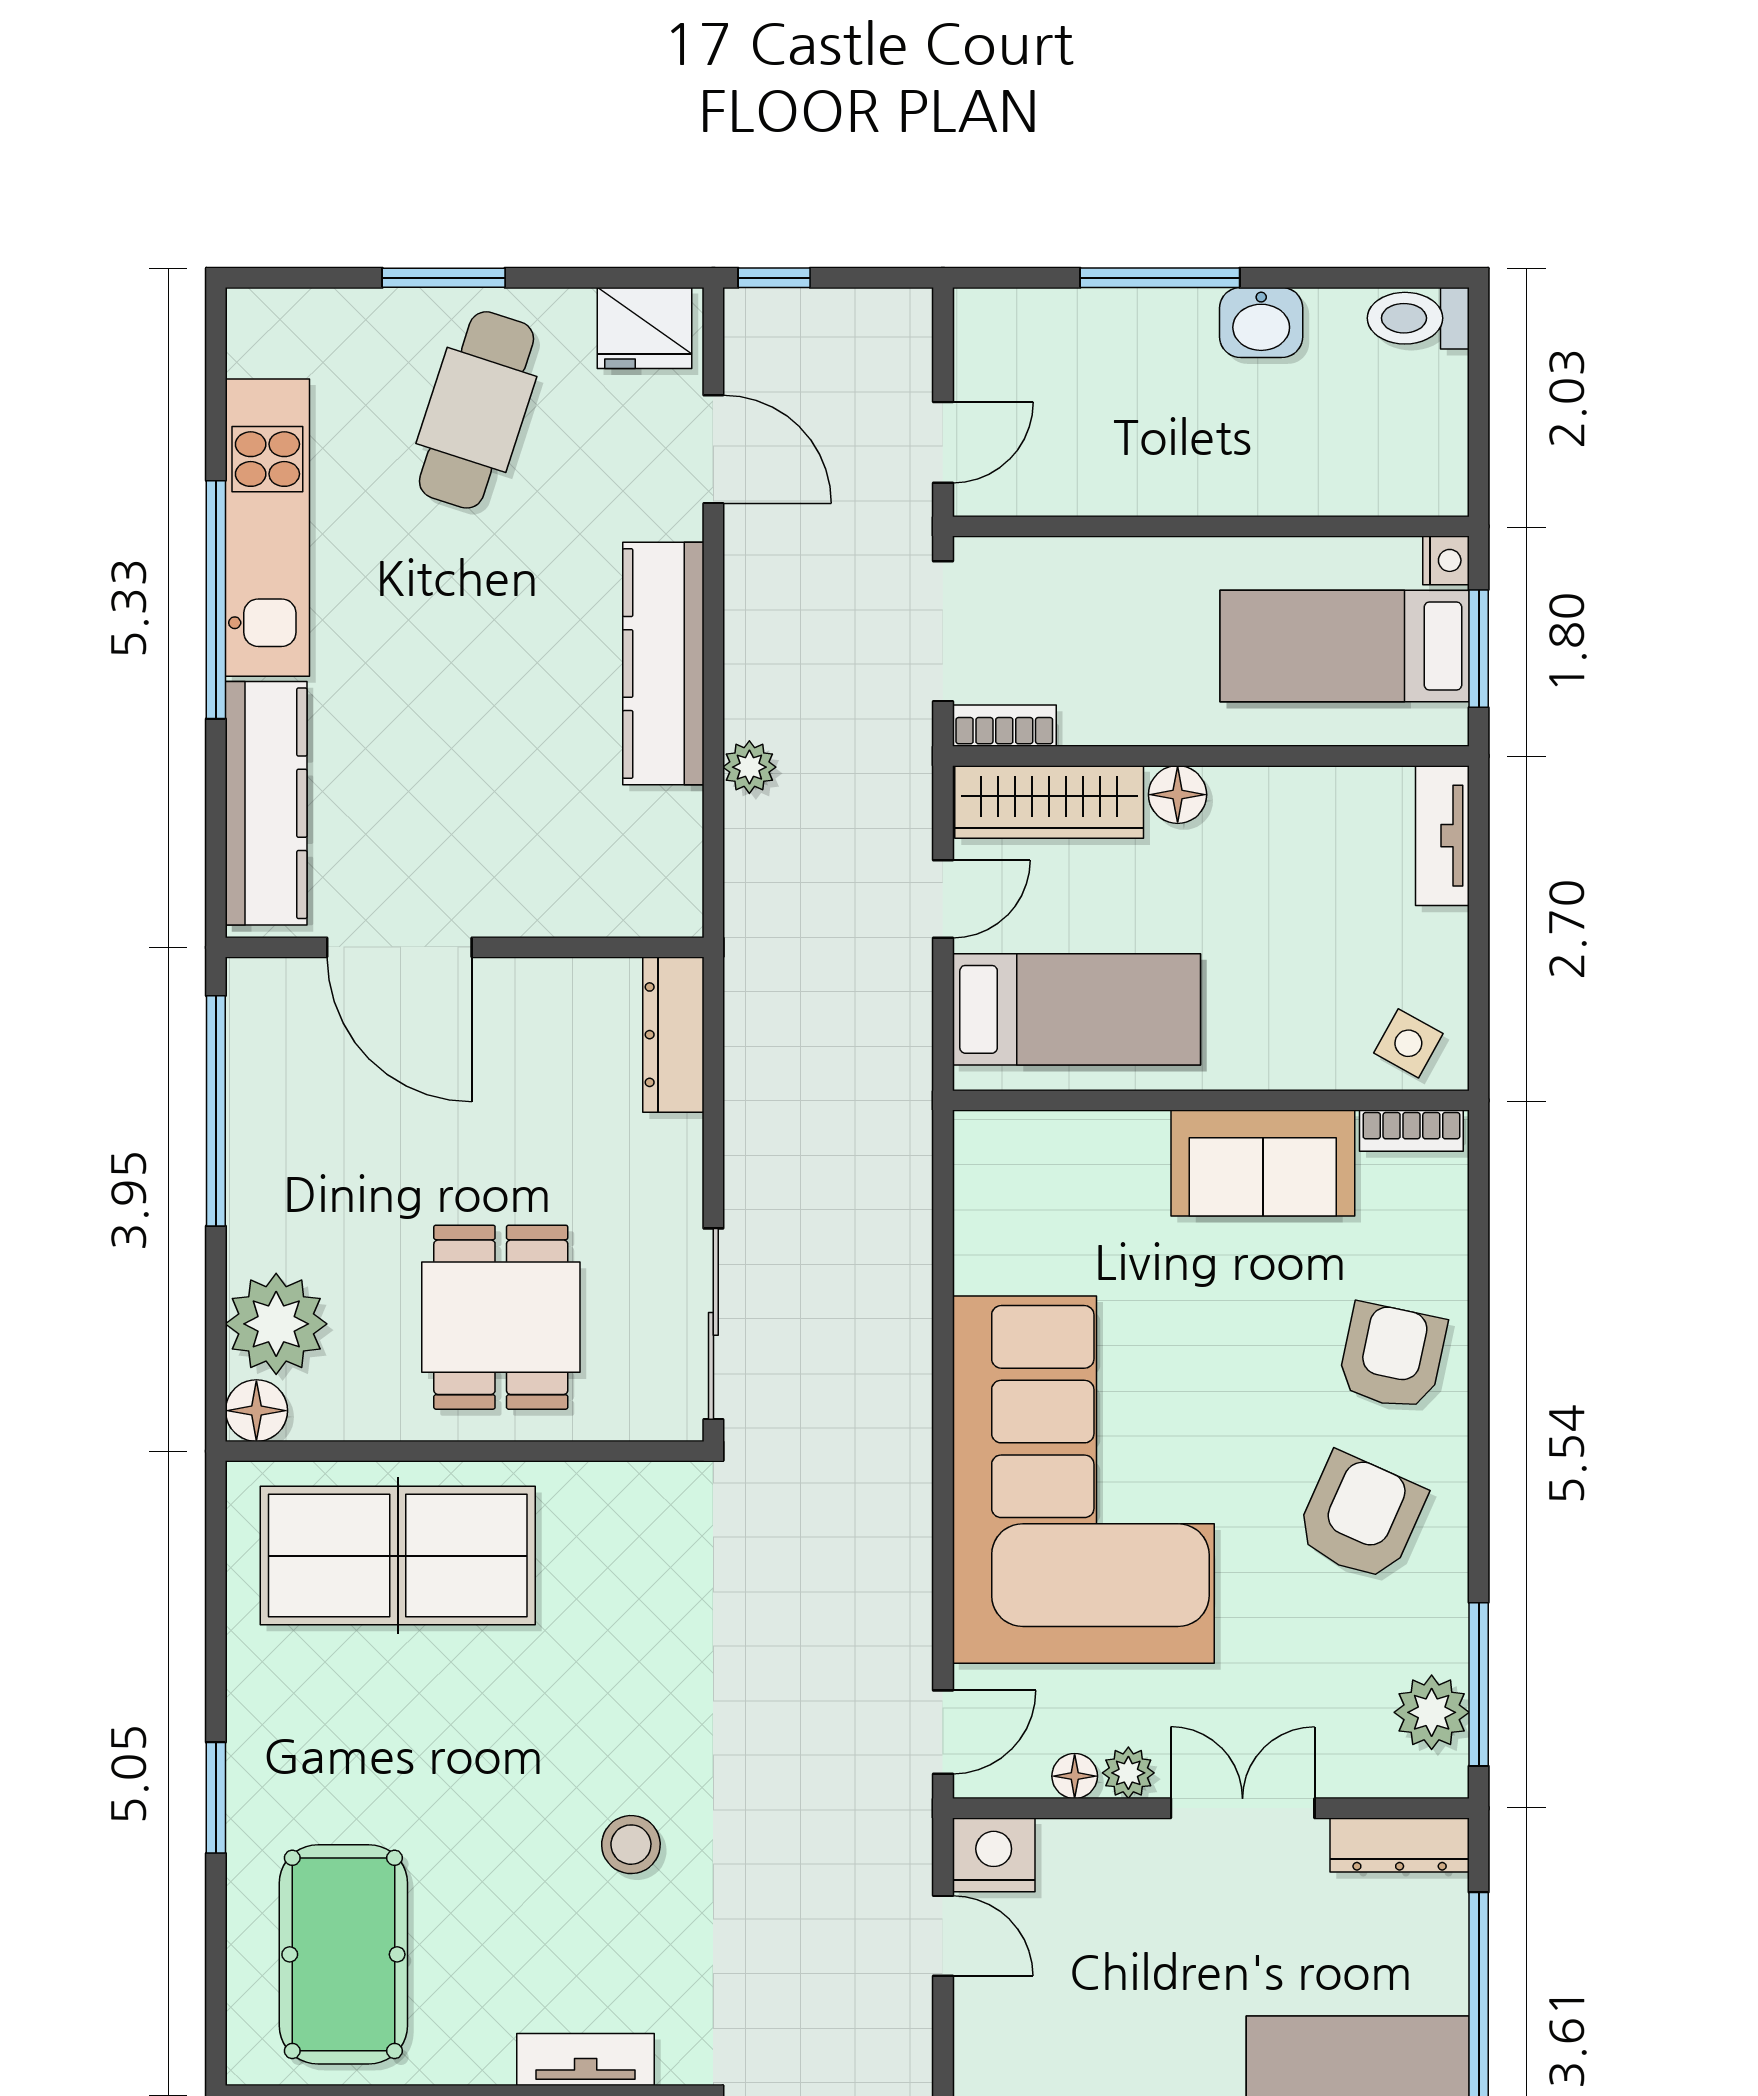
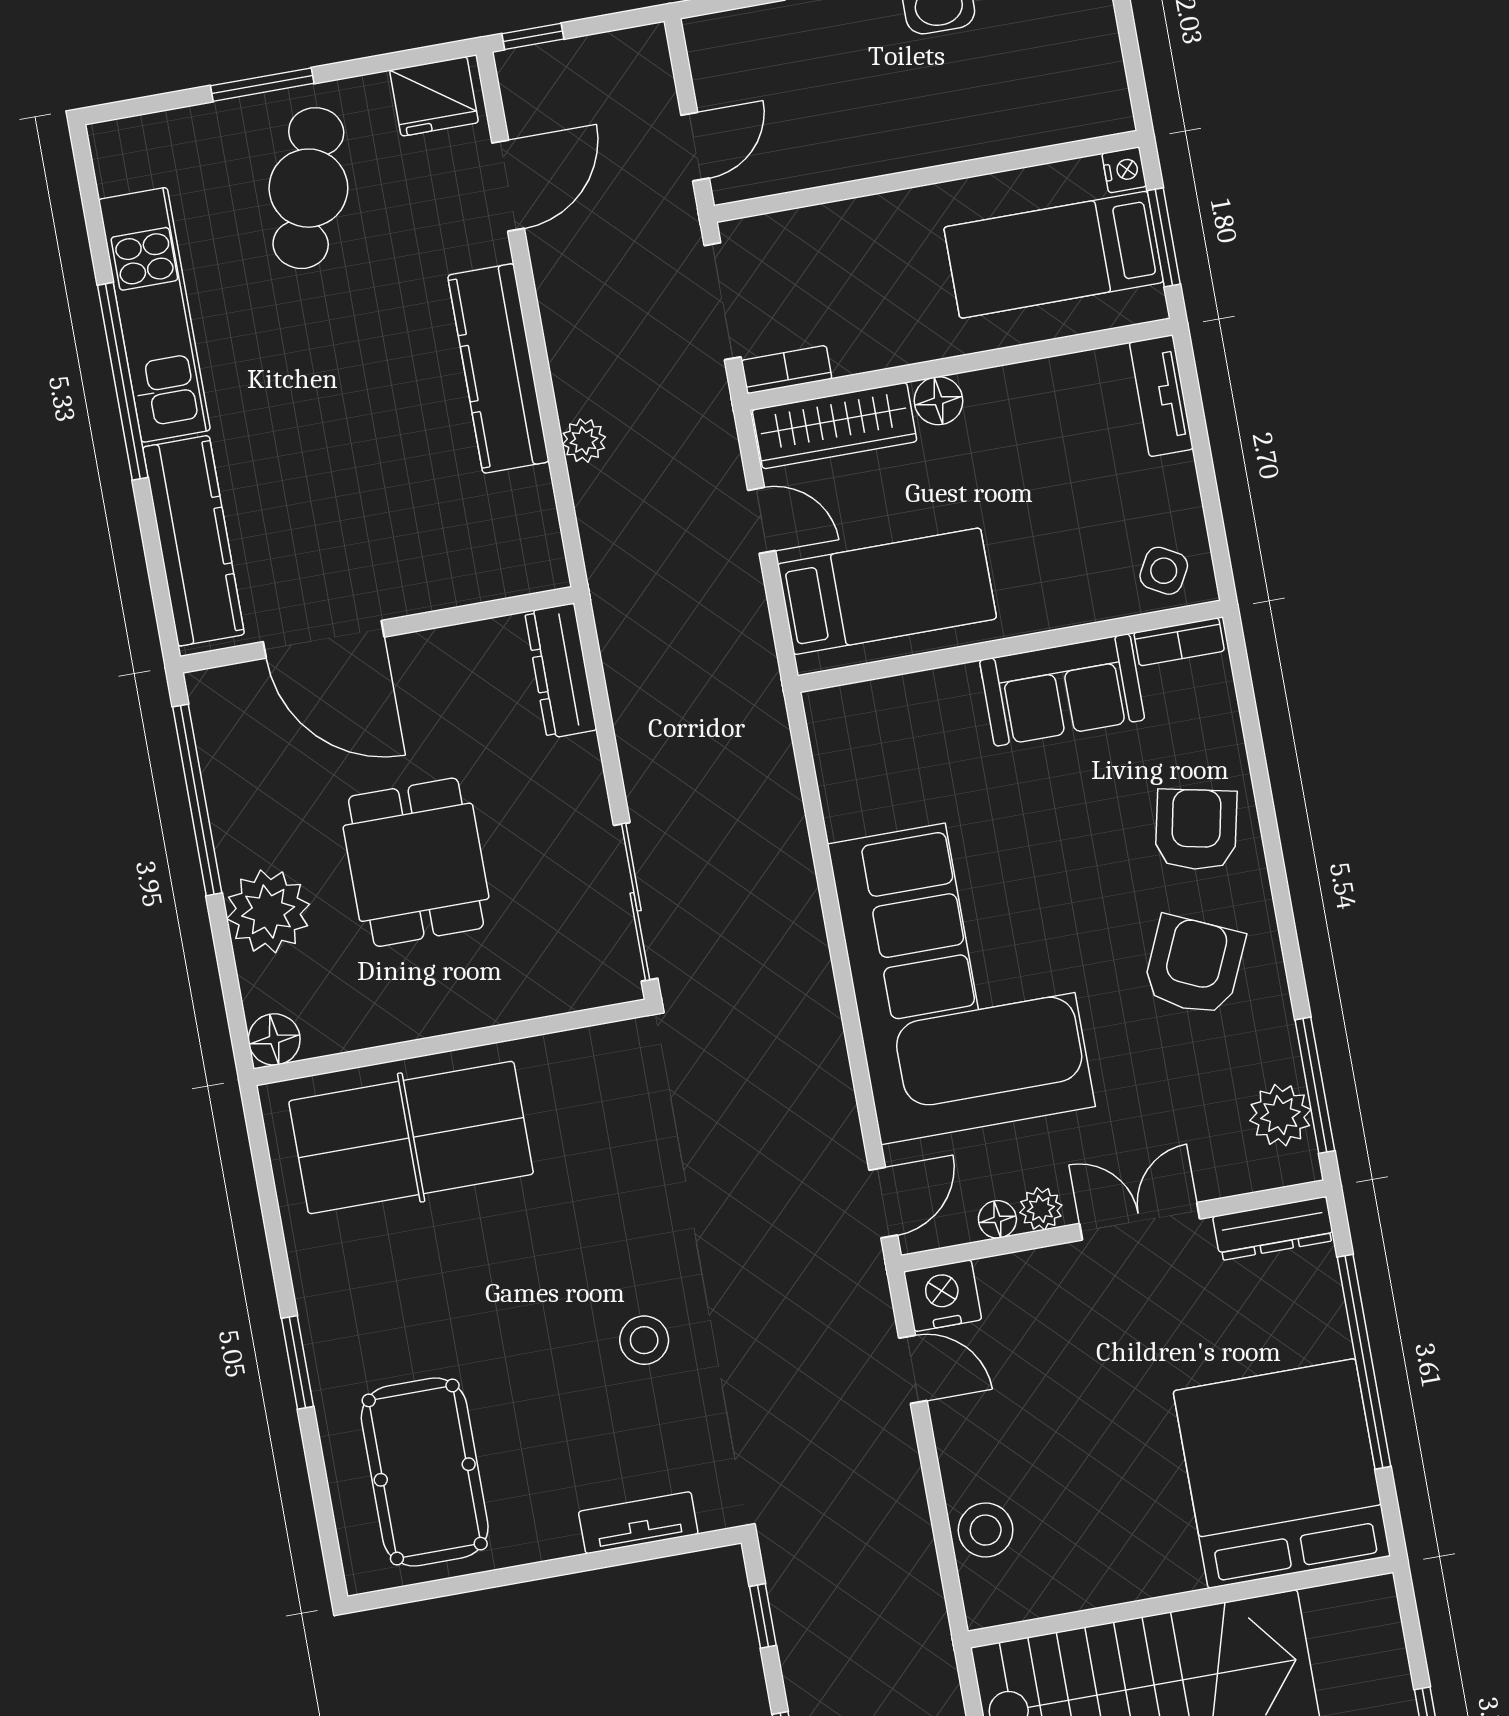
door: (713, 449) -> (508, 186), hinge flipped
door: (943, 899) -> (762, 520), hinge flipped
dining table: (501, 1317) -> (416, 862), moved
plant: (276, 1324) -> (268, 911), moved

